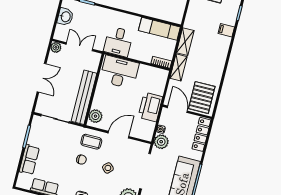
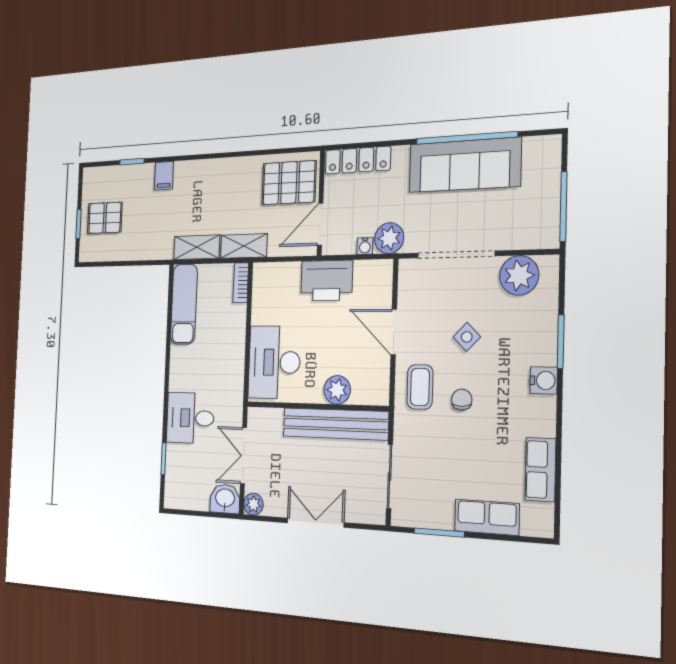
washbasin: (65, 17) -> (225, 499), moved
desk: (118, 42) -> (190, 418), moved, turned 180
plant: (95, 116) -> (337, 390), moved

